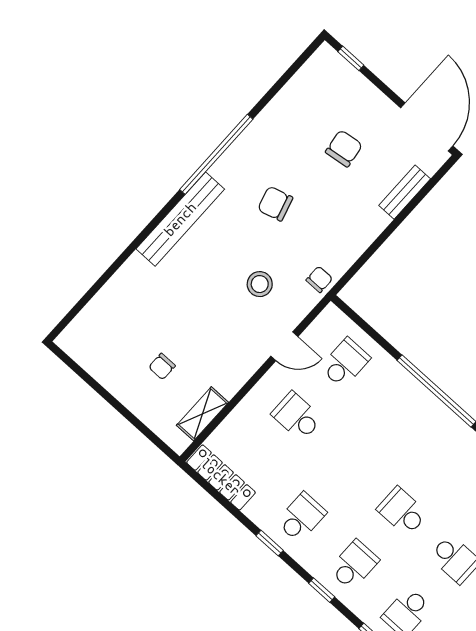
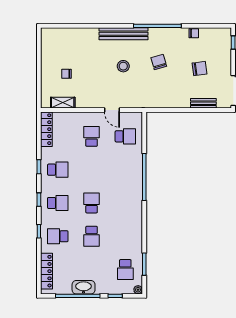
chair: (319, 279) -> (194, 33), moved
stool: (260, 284) -> (123, 66), moved

